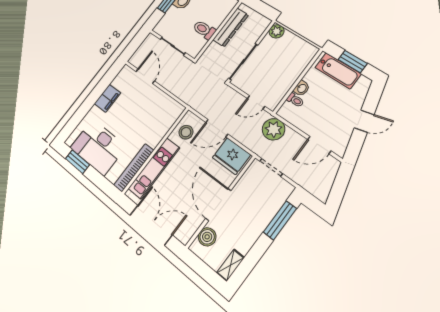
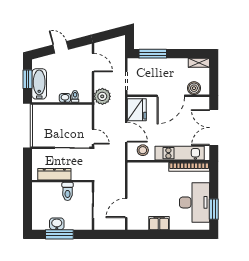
plant: (277, 31) -> (38, 141), removed
door: (256, 102) -> (93, 137), moved

